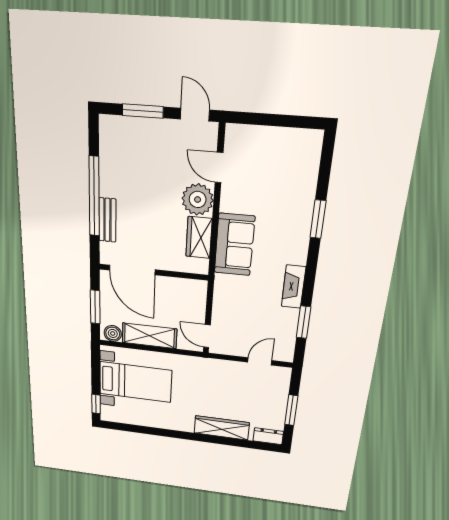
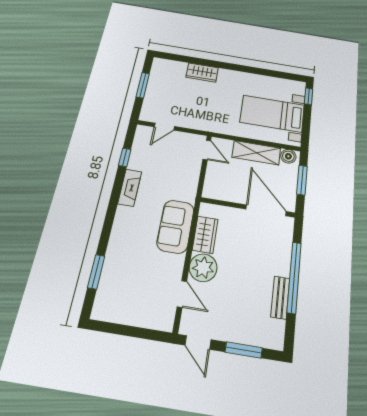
window: (318, 219) -> (96, 272), moved
bench: (107, 220) -> (280, 297), moved
window: (304, 322) -> (125, 157), width x0.67
wardrobe: (222, 428) -> (202, 73), width x0.67
dresser: (268, 436) -> (164, 64), removed

